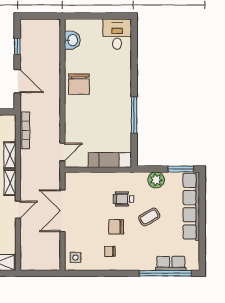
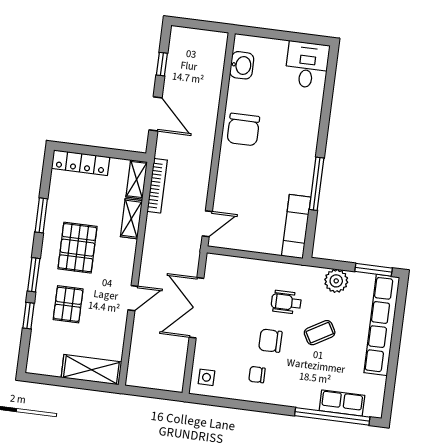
exam couch: (110, 160) -> (296, 226), moved, turned -90
shelving: (10, 183) -> (137, 179), moved

